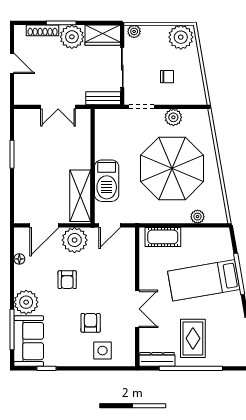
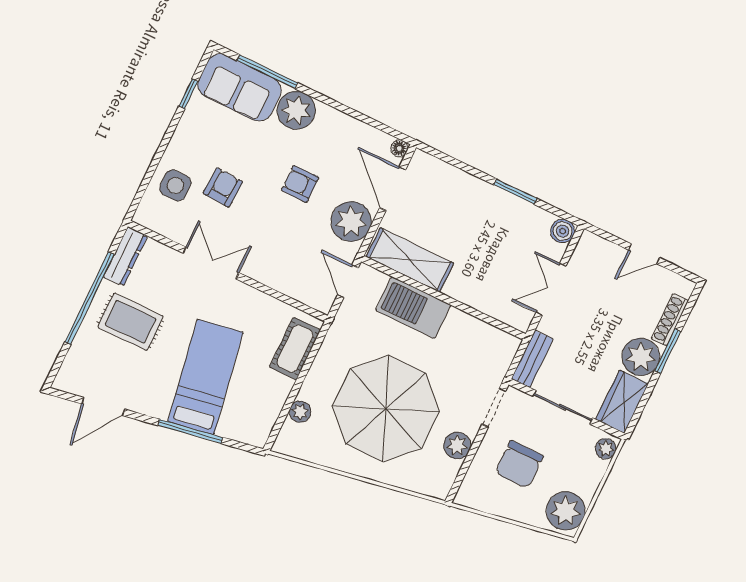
chair: (167, 77) -> (519, 464), width x1.87, depth x1.87
boiler: (21, 116) -> (563, 231), added
floor lamp: (19, 259) -> (399, 148), moved
double door: (137, 309) -> (211, 263), swing flipped
armchair: (91, 323) -> (223, 187), turned -87

